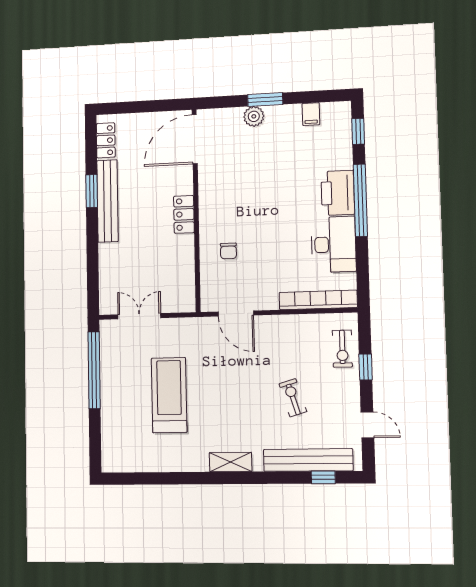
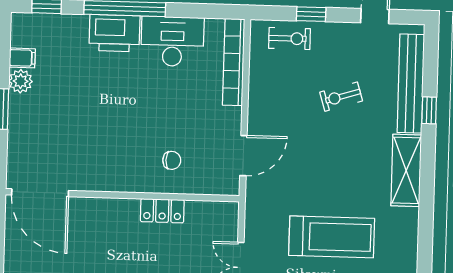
plant: (254, 116) -> (21, 81), moved
locker: (184, 214) -> (162, 211), moved
treadmill: (169, 395) -> (332, 237), turned 180
shelving: (231, 462) -> (406, 170), width x1.50, depth x1.33
window: (323, 477) -> (429, 110), moved

